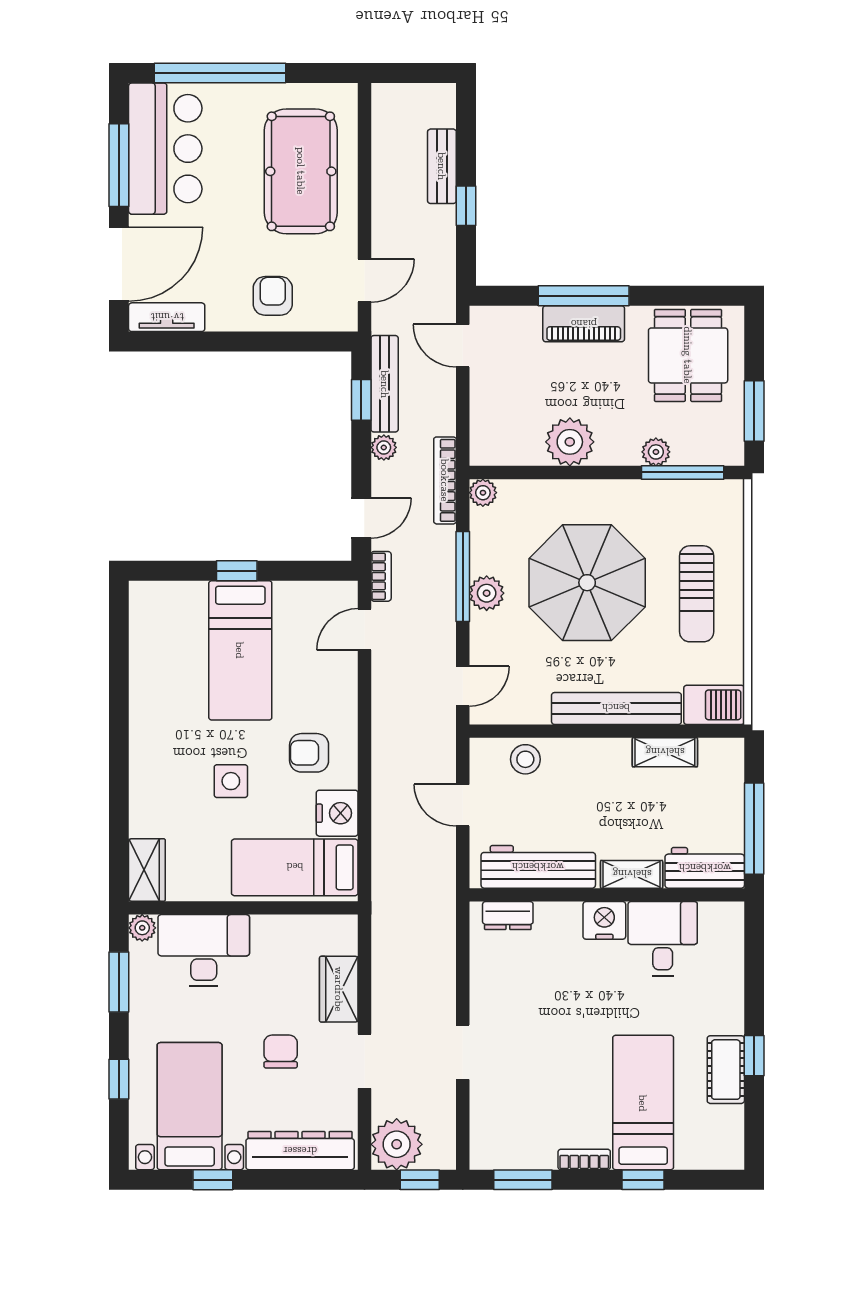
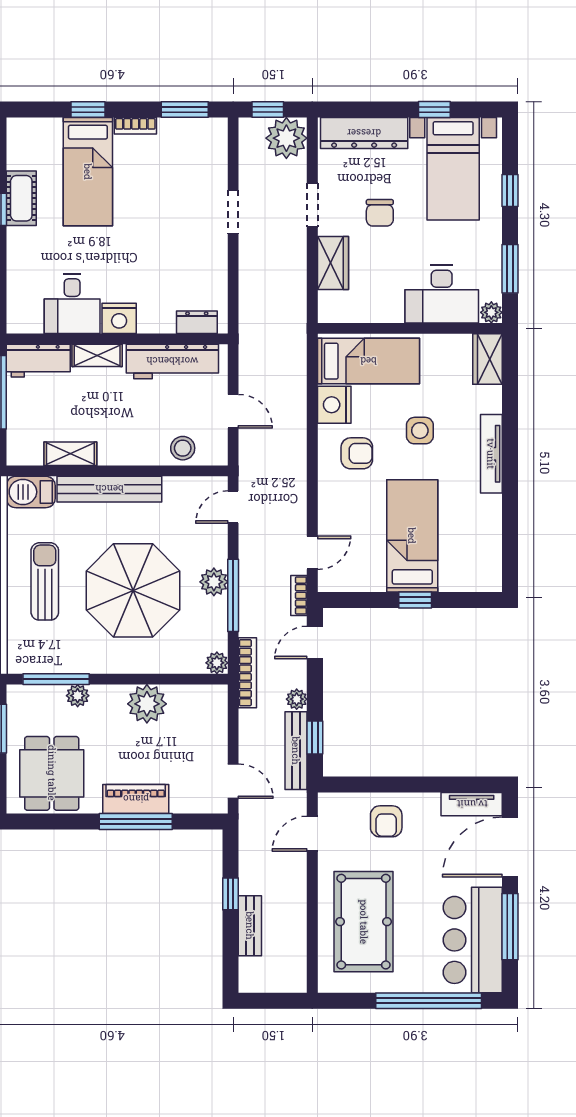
tv unit: (142, 752) -> (491, 454), added

